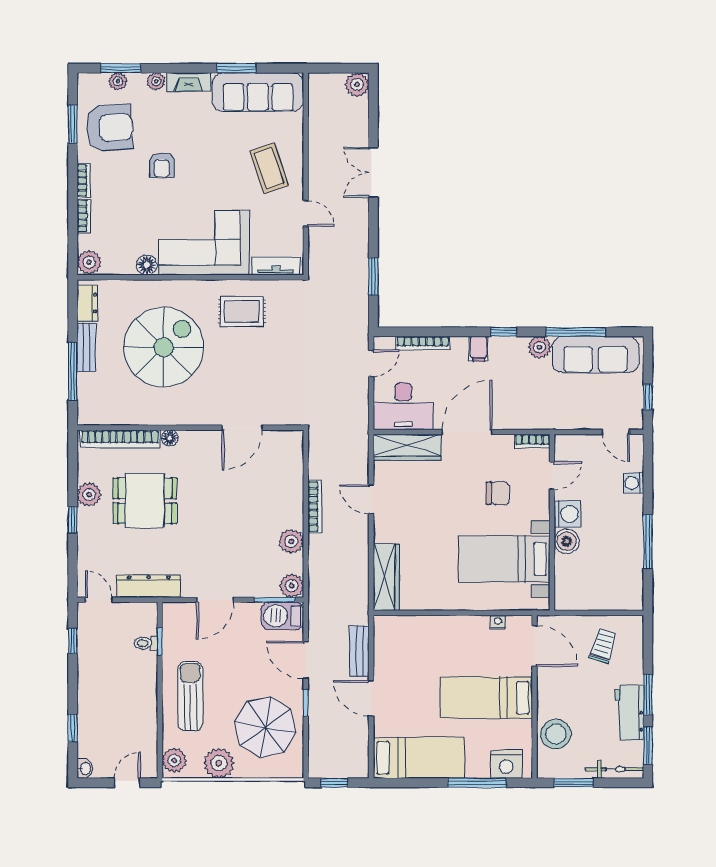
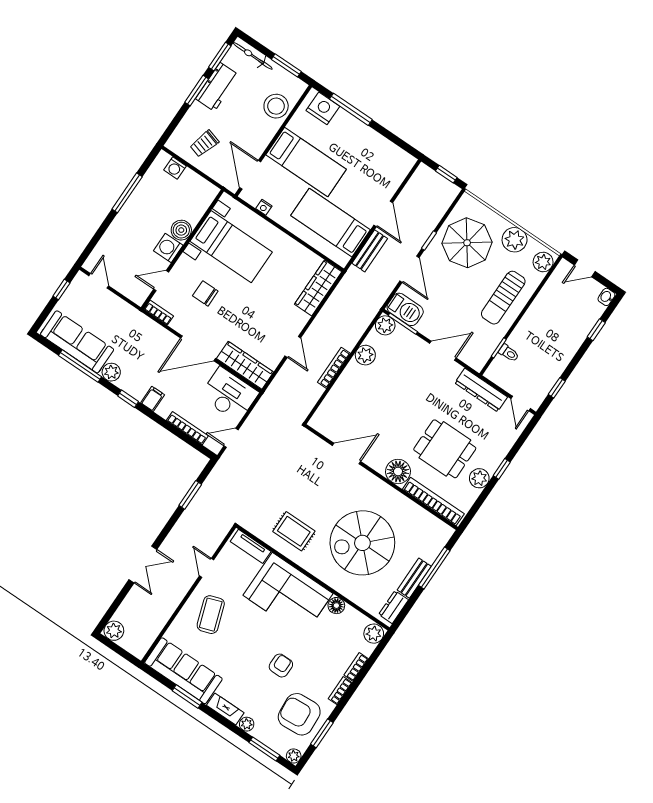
plant: (118, 81) -> (294, 756), moved
floor lamp: (170, 438) -> (398, 471), width x1.89, depth x1.89
washing machine: (633, 483) -> (175, 168), moved, turned 90
bed: (419, 758) -> (331, 223), moved

